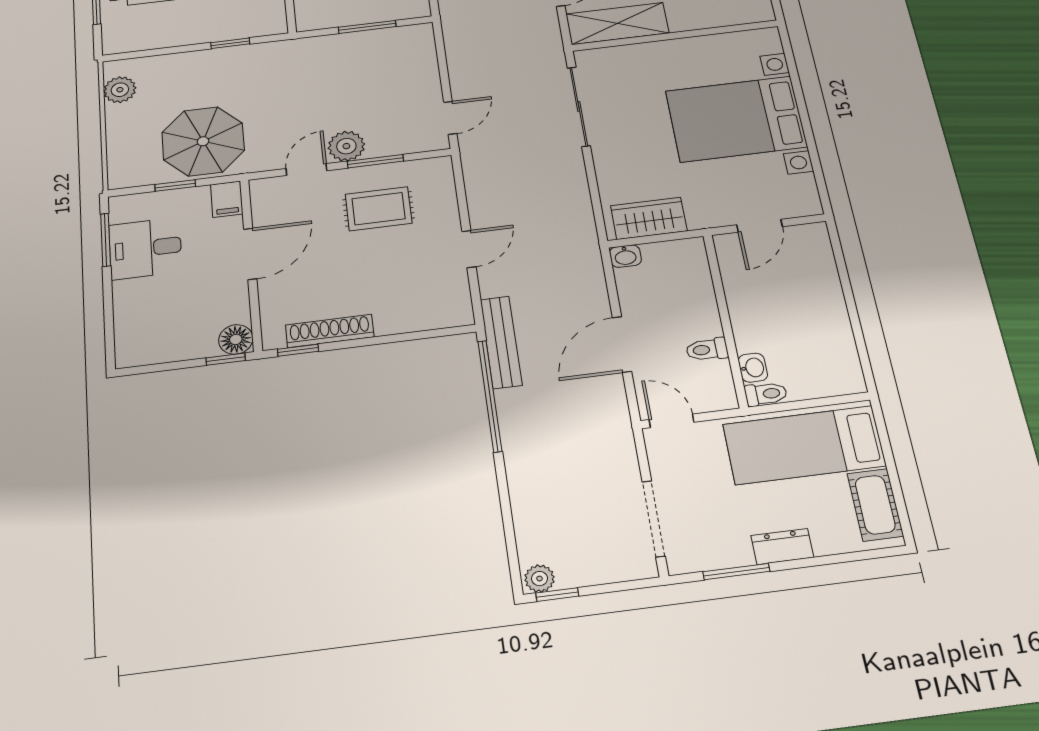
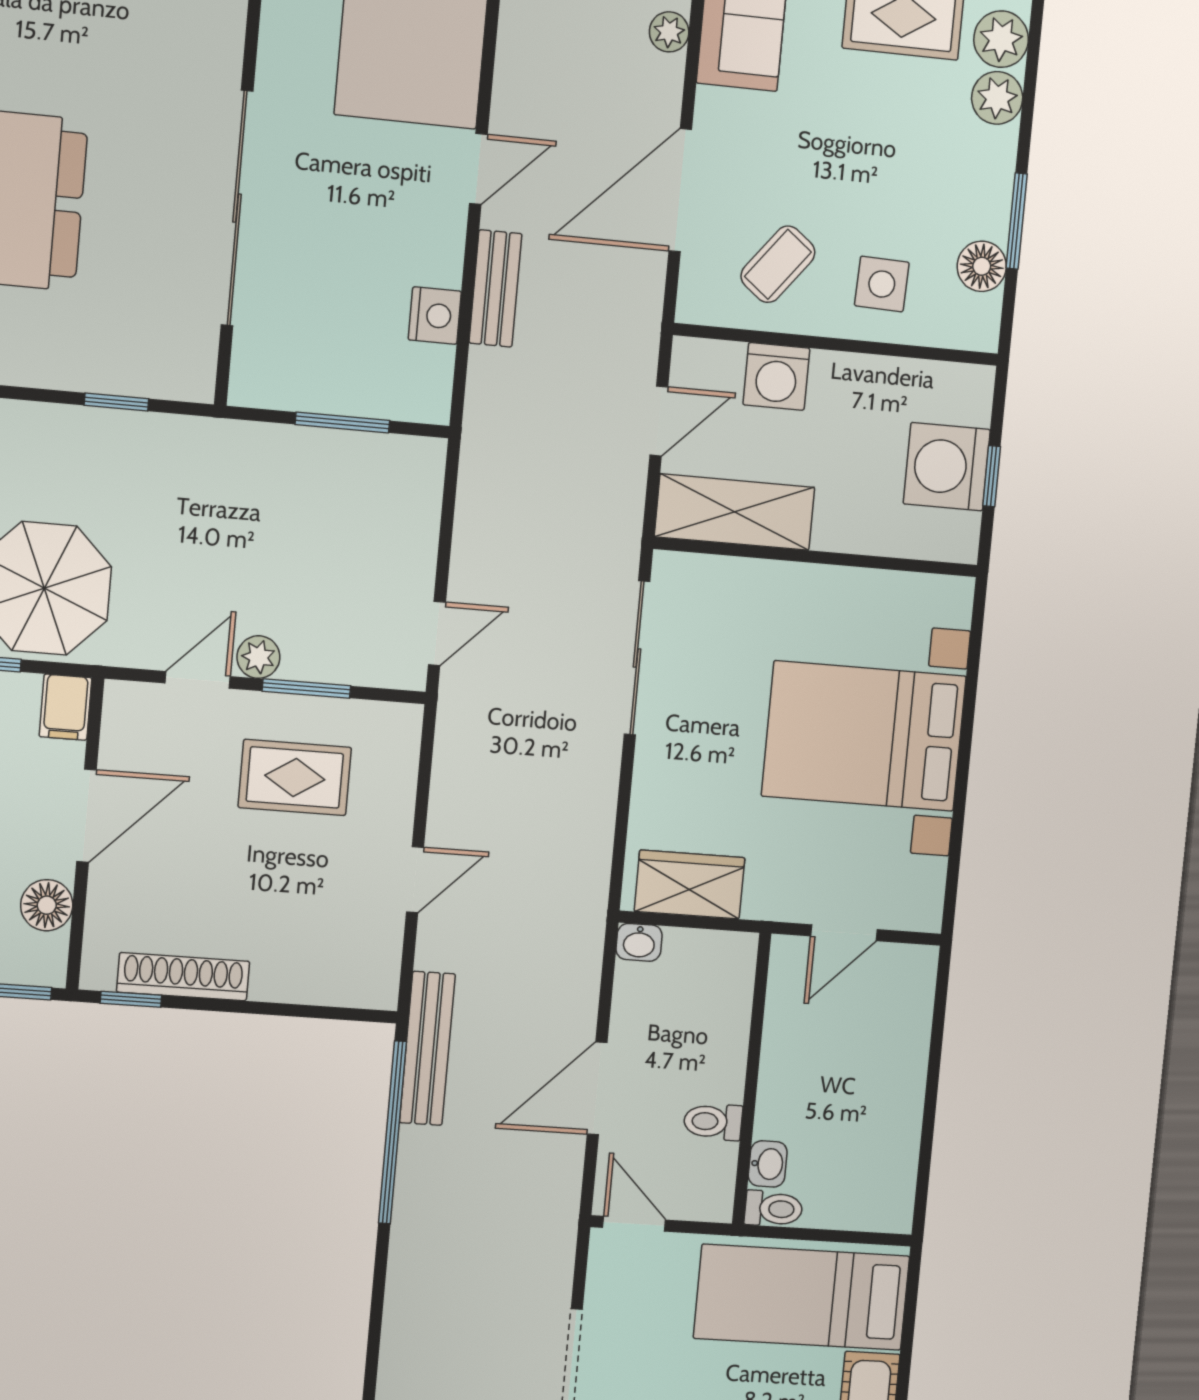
plant: (346, 146) -> (258, 657), width x0.73, depth x0.73
floor lamp: (236, 339) -> (47, 905), moved

